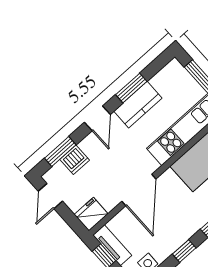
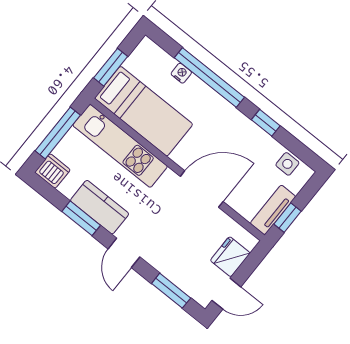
door: (97, 118) -> (124, 253), swing flipped
dishwasher: (75, 160) -> (53, 171), moved
fridge: (91, 214) -> (230, 257), moved, turned 90

